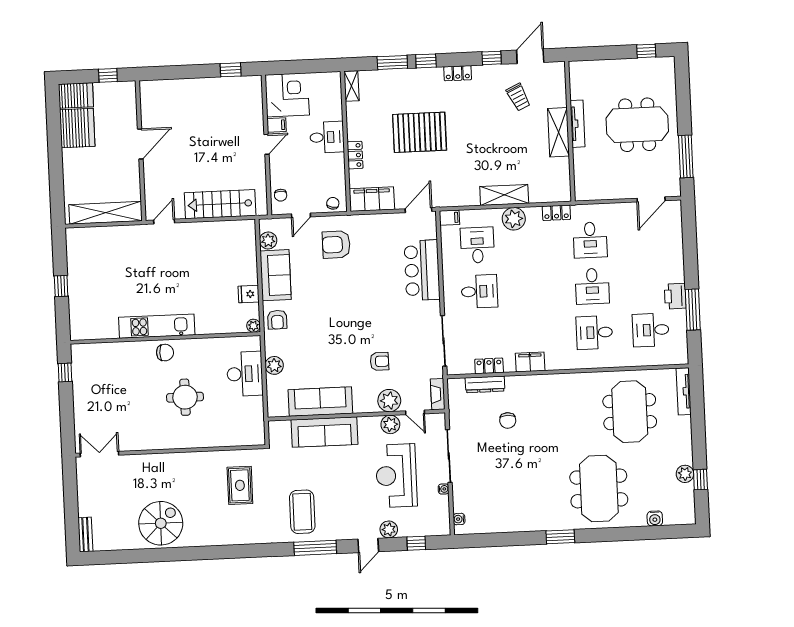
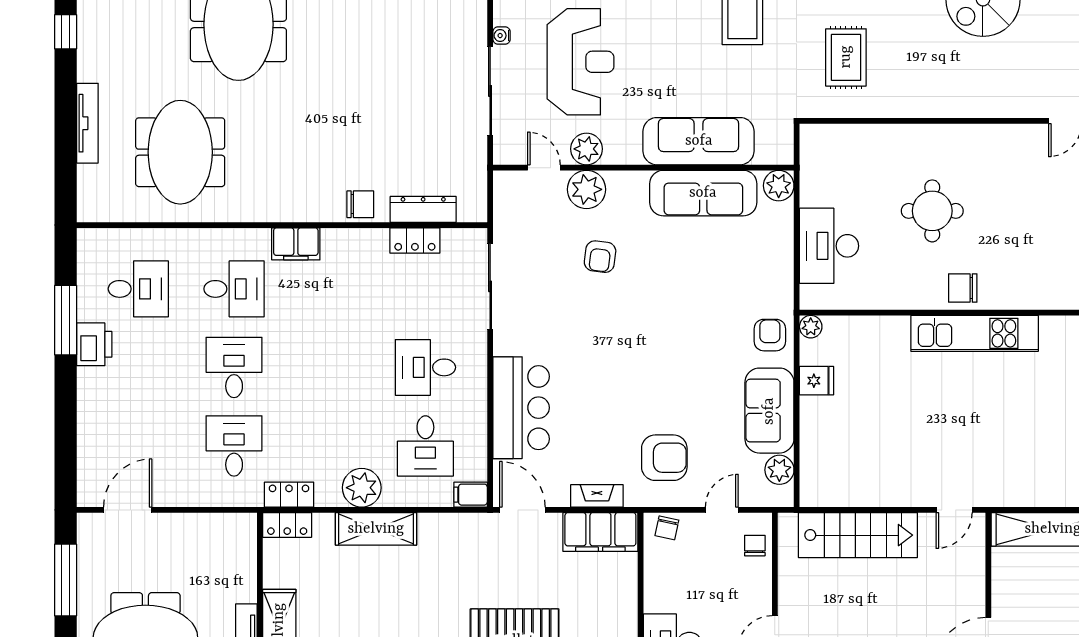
locker: (355, 155) -> (287, 525), moved, turned -90
door: (418, 210) -> (522, 510), swing flipped
armchair: (379, 361) -> (600, 257), turned -83
filing cabinet: (530, 362) -> (296, 244), moved
plant: (274, 365) -> (779, 186), moved
tv unit: (684, 391) -> (87, 123), moved
fireplace: (438, 394) -> (597, 496), moved, turned -90
chair: (508, 420) -> (360, 204), moved, turned 90
plant: (685, 474) -> (91, 43), removed

